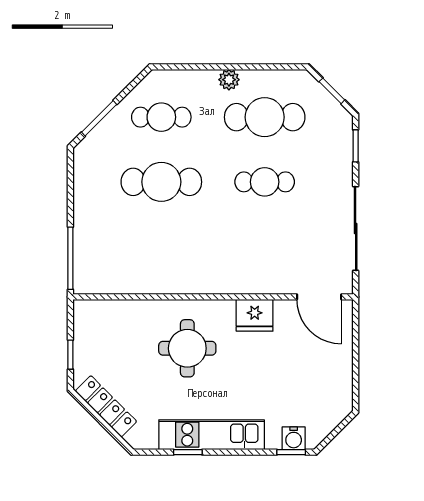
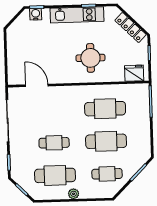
cafe table: (161, 247) -> (105, 109), added
door: (319, 297) -> (37, 85), moved
fridge: (255, 315) -> (134, 73), moved

